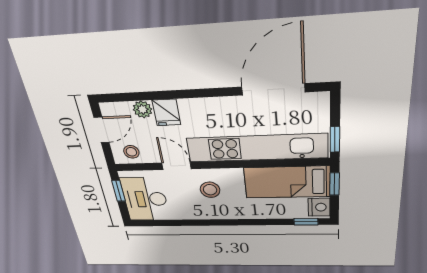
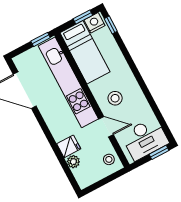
door: (101, 130) -> (101, 183), removed
door: (177, 166) -> (106, 127), swing flipped
window: (335, 184) -> (83, 17), moved
window: (118, 191) -> (159, 152), moved

